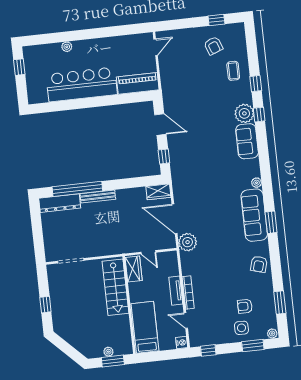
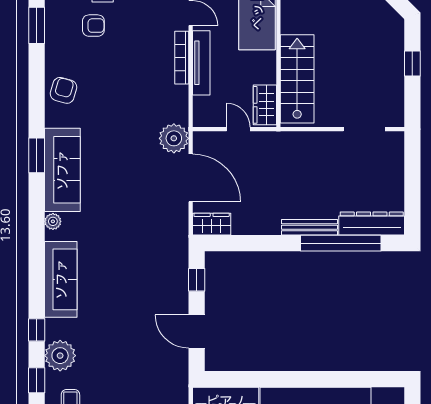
plant: (244, 113) -> (60, 356), moved
sofa: (247, 141) -> (61, 279), width x1.36
tv unit: (176, 291) -> (201, 63), width x1.41

